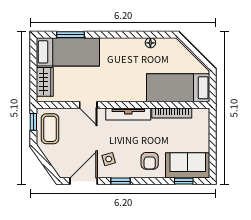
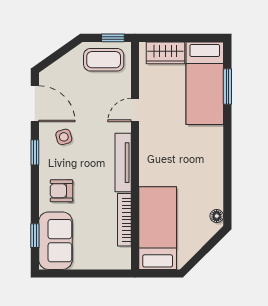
floor lamp: (150, 43) -> (217, 216), moved

